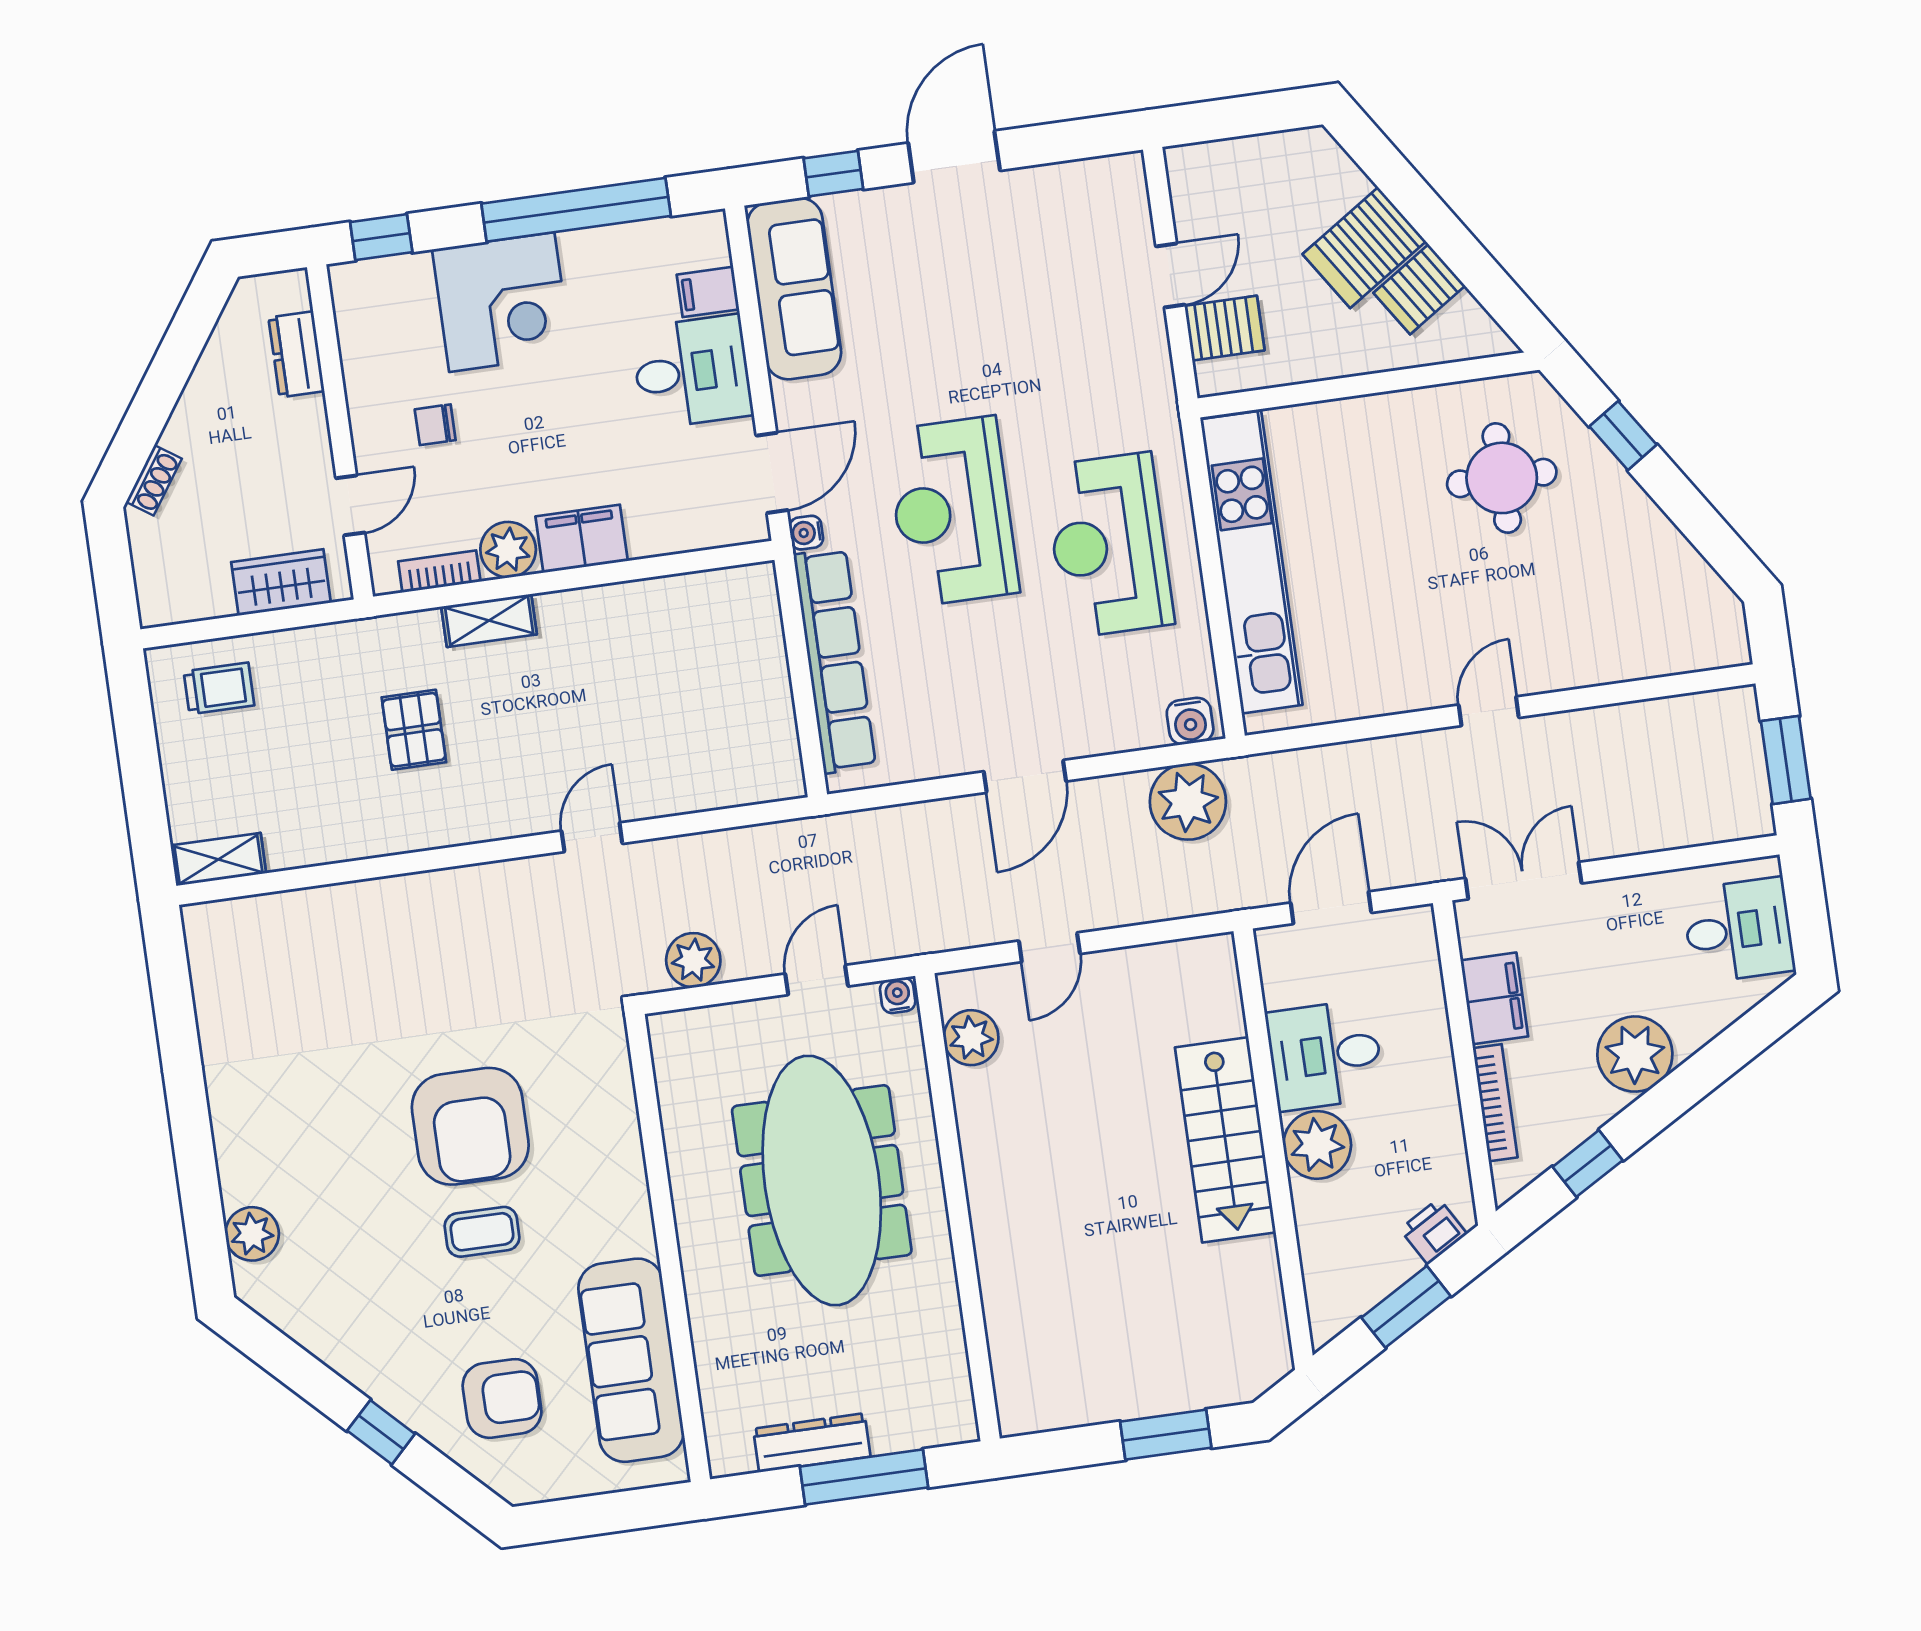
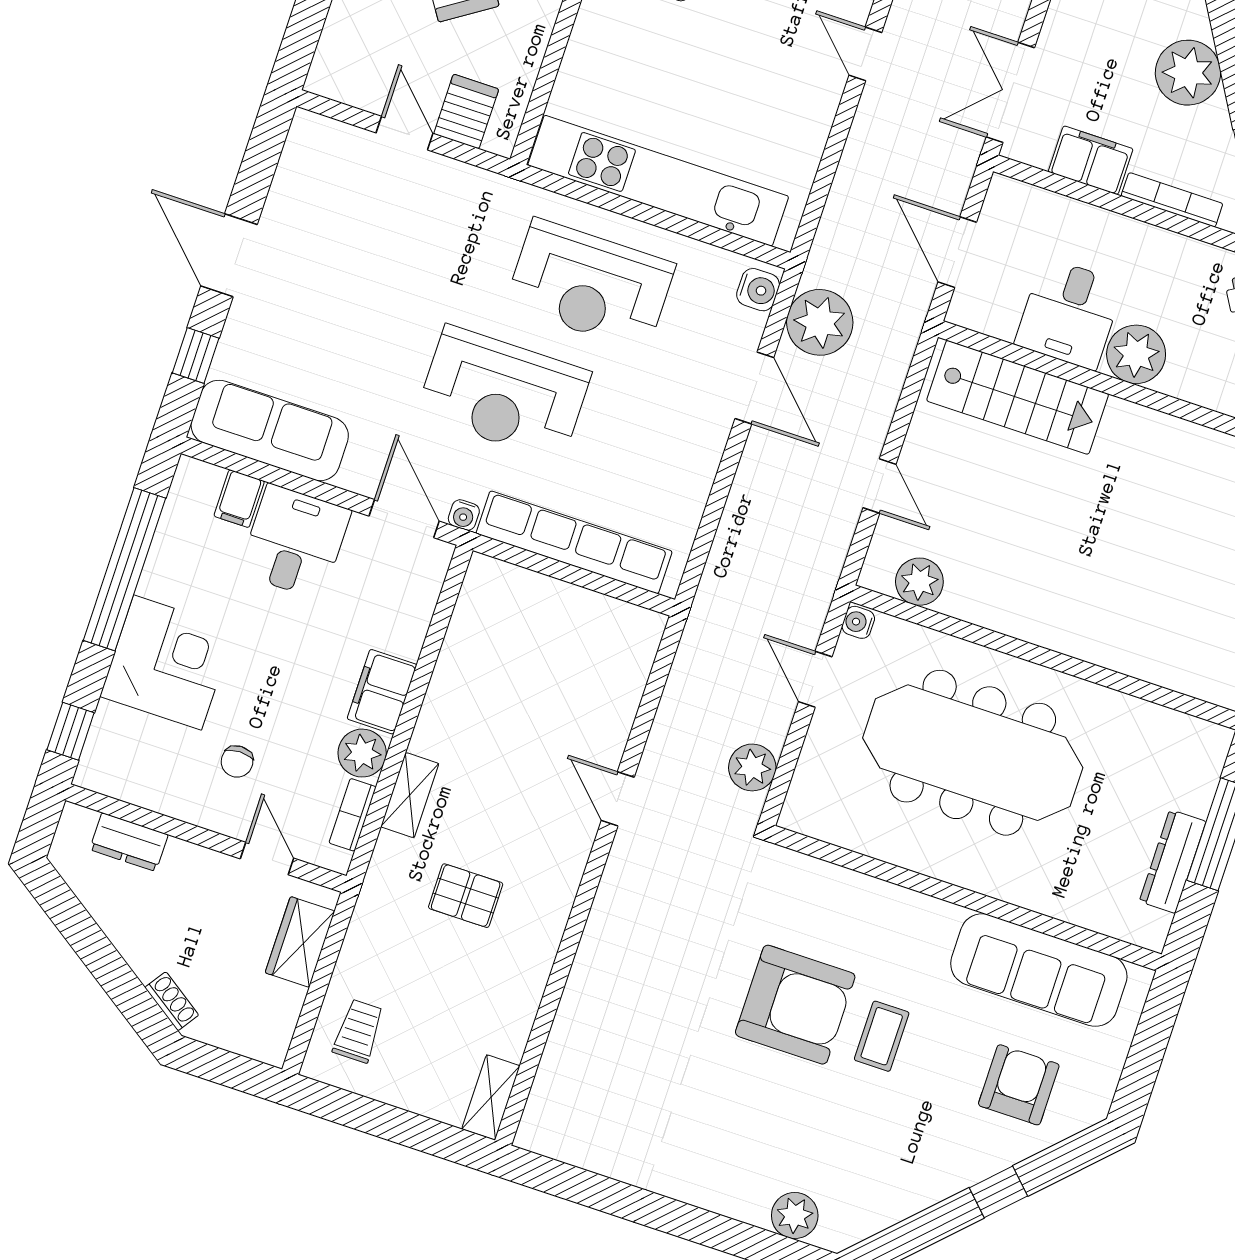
door: (1025, 776) -> (754, 388), moved
stairs: (1225, 1140) -> (1018, 397), moved

